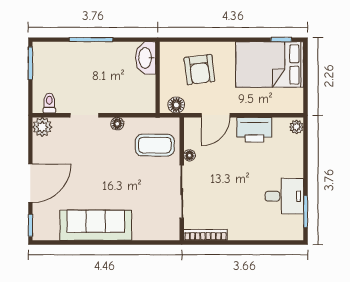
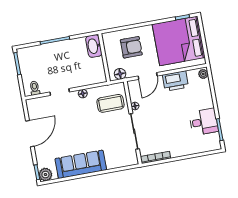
bed: (270, 64) -> (179, 41), width x1.36
armchair: (199, 70) -> (131, 47), turned -83
plant: (42, 127) -> (45, 175), moved
door: (30, 183) -> (30, 134), moved

